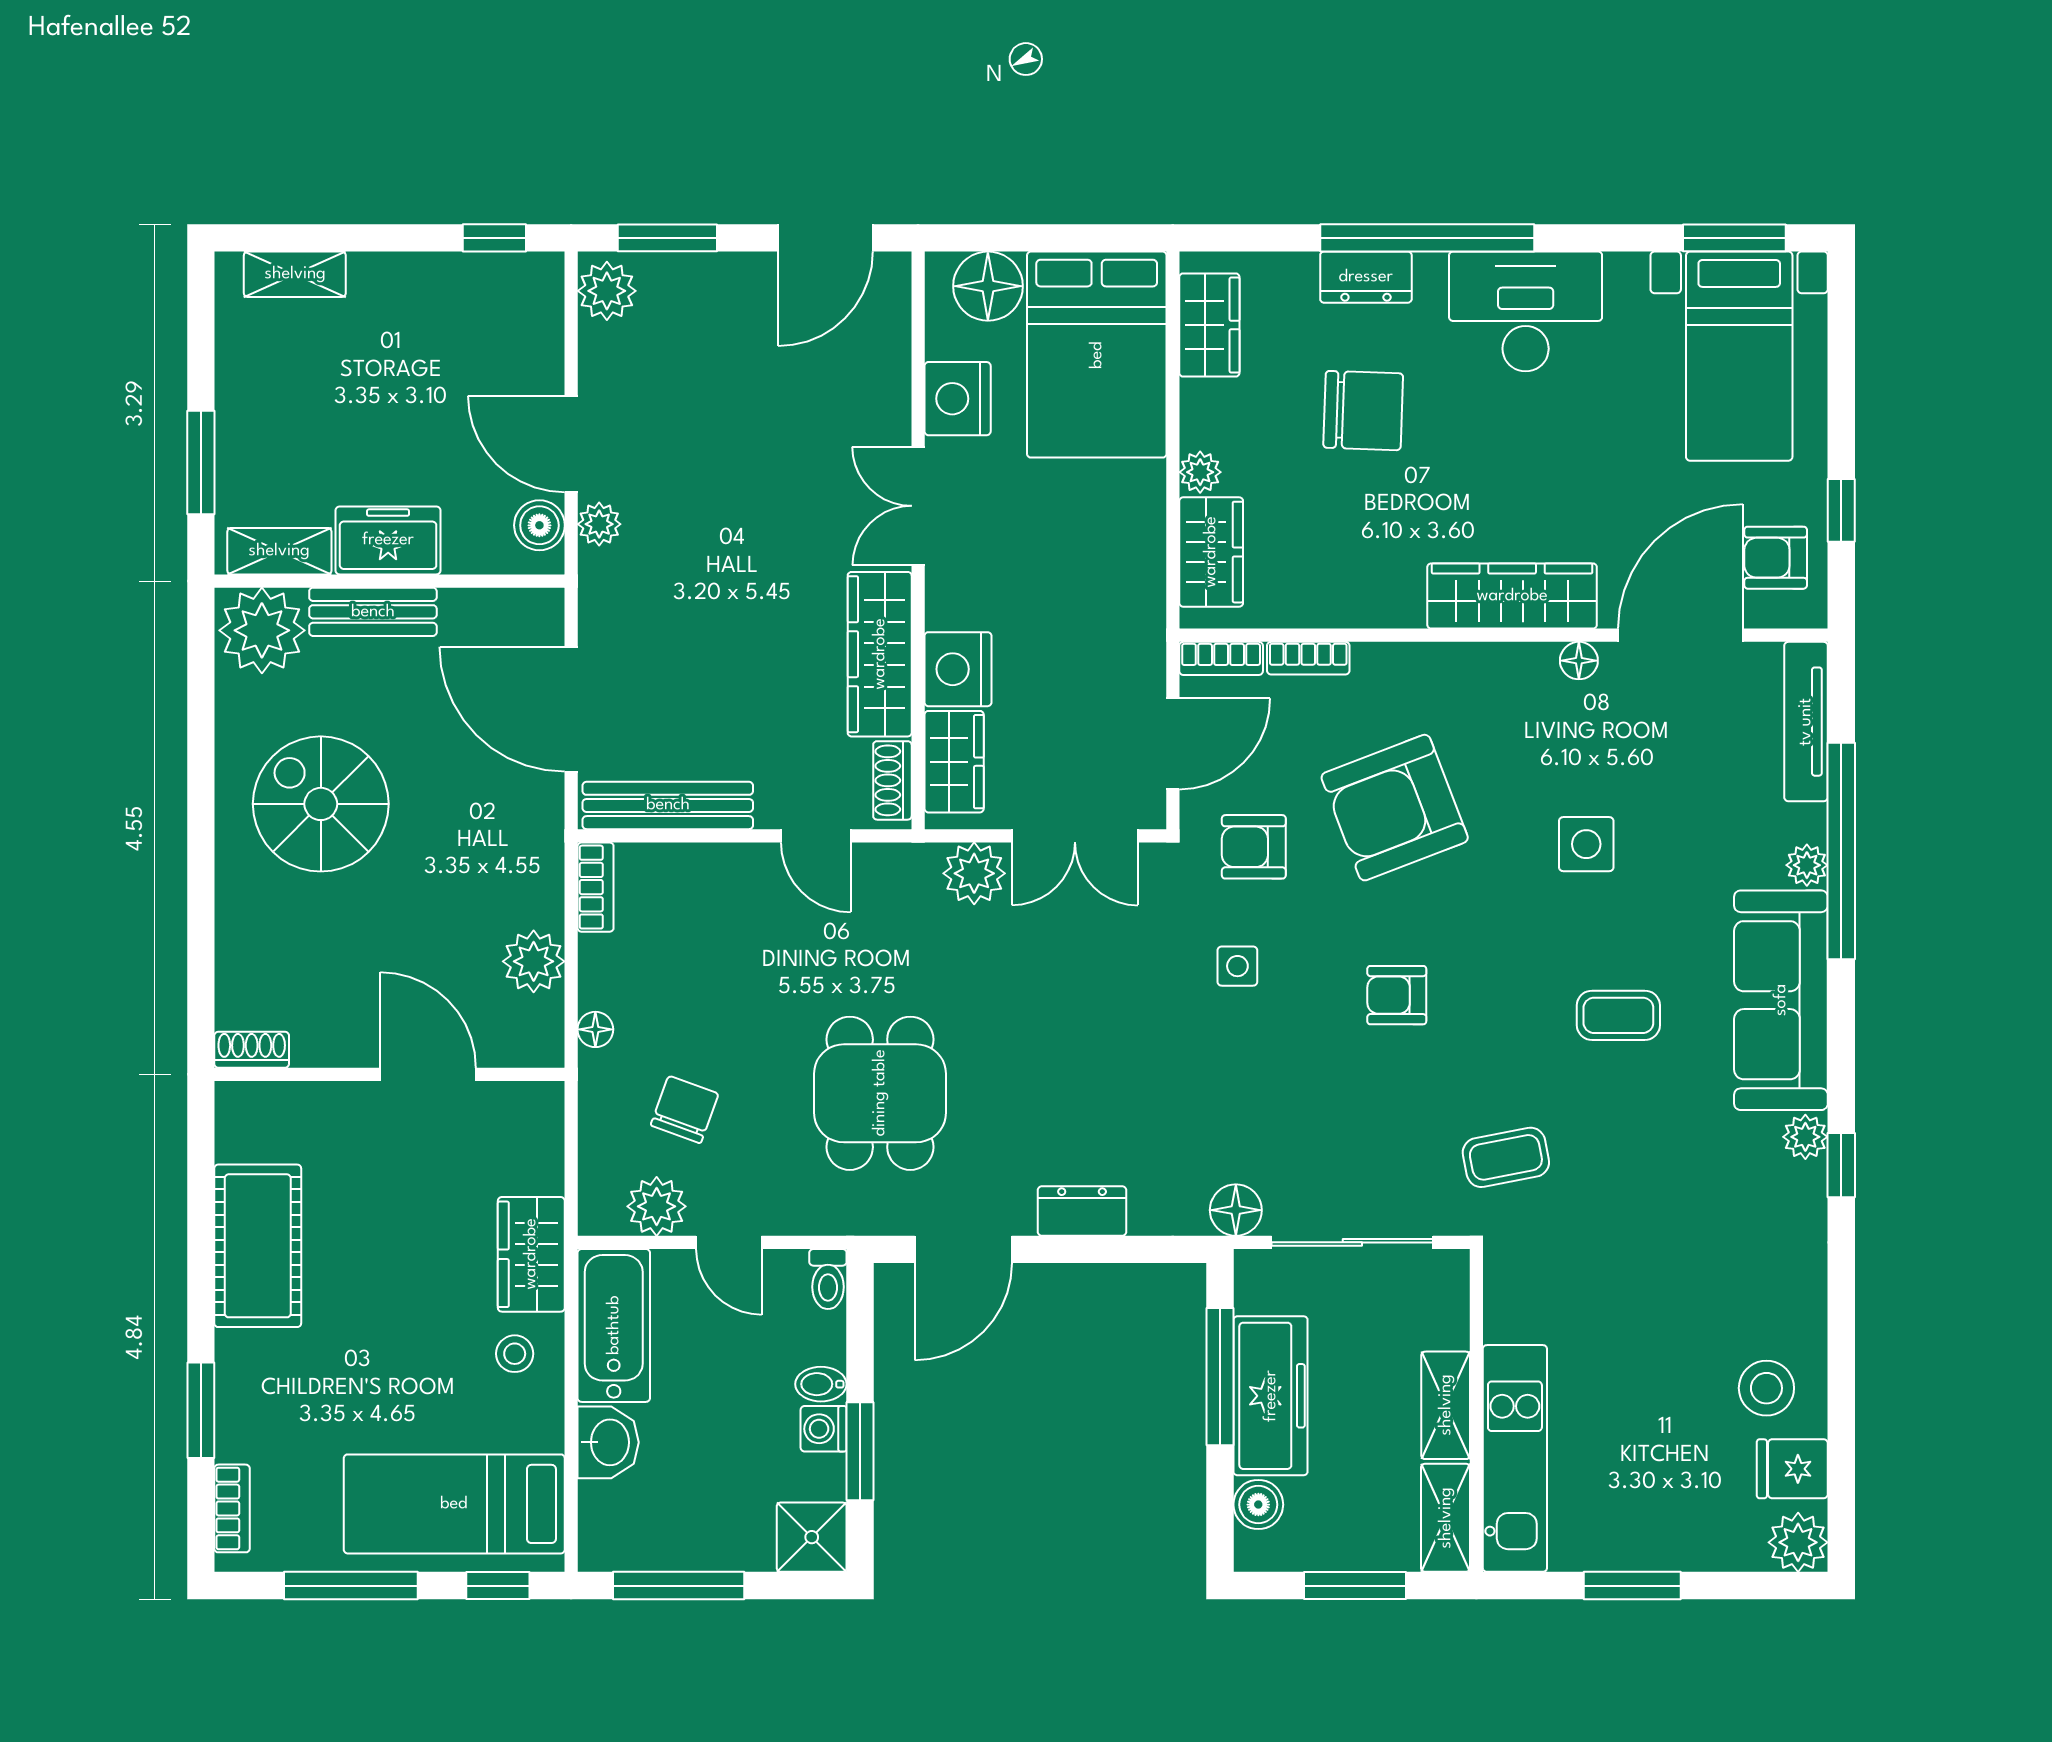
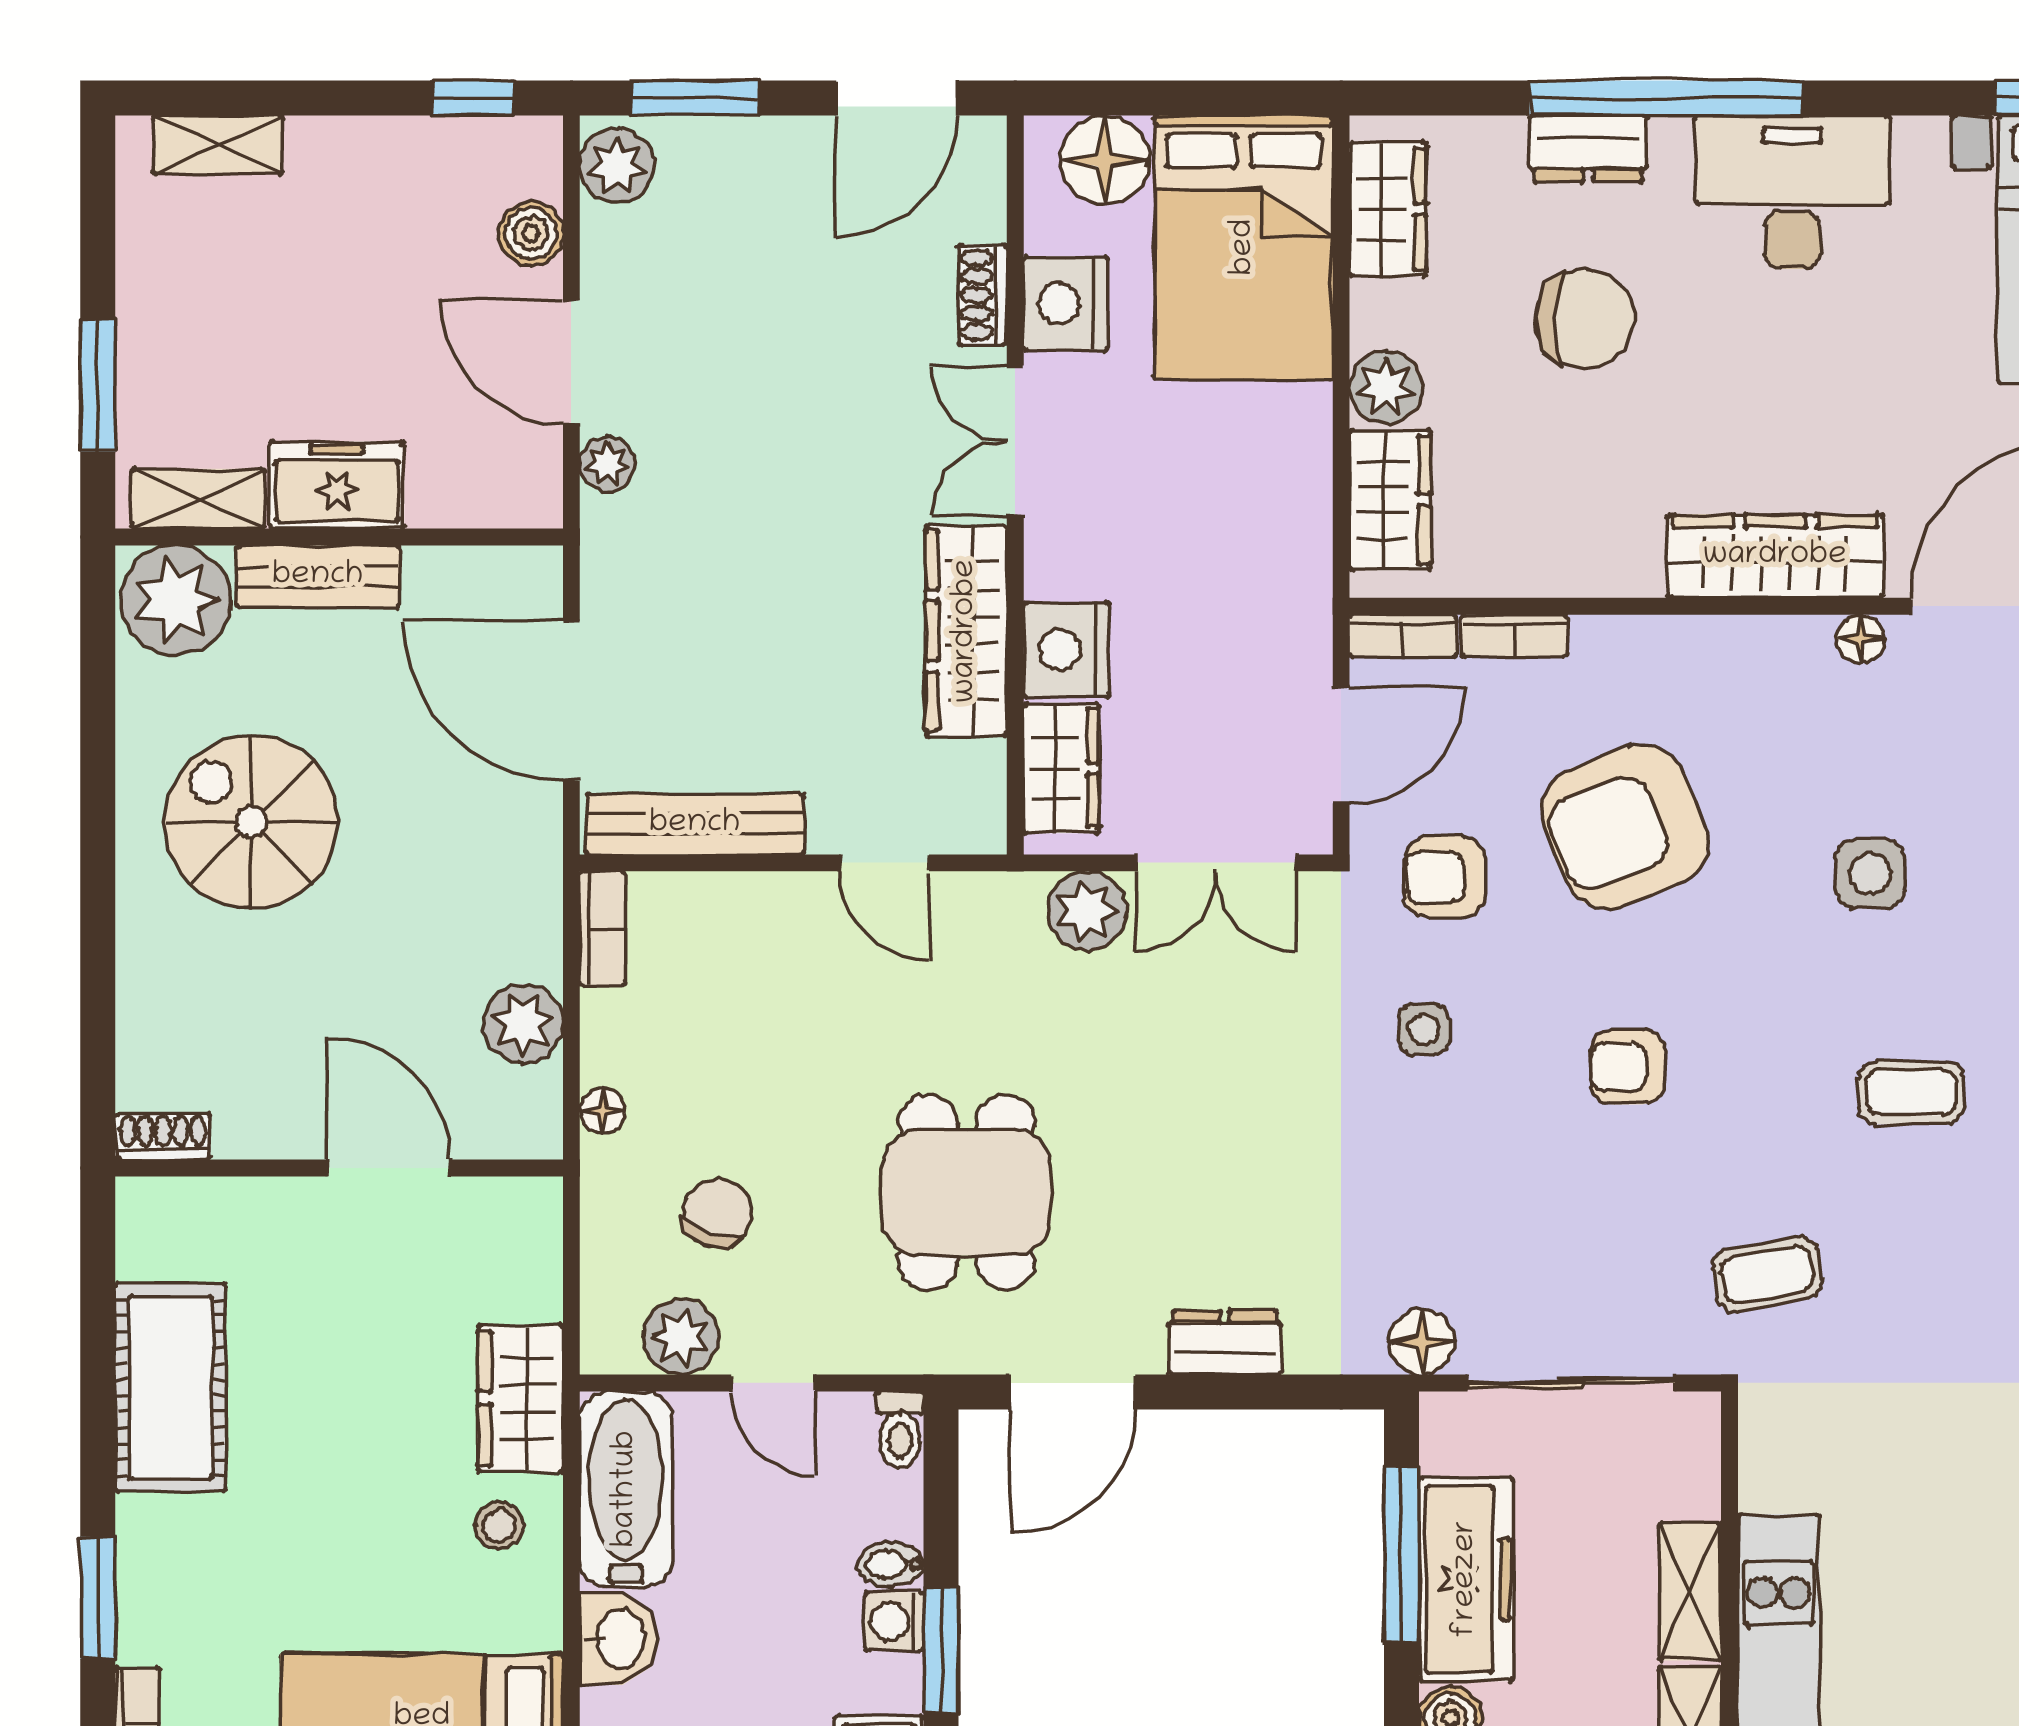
plant: (1200, 472) -> (1386, 388), width x1.38, depth x1.38
boiler: (539, 525) -> (531, 234), moved
shoe rack: (892, 780) -> (982, 295), moved

